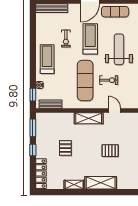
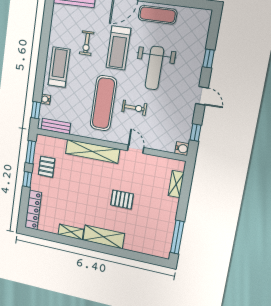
treadmill: (90, 39) -> (118, 48), turned 180
weight bench: (119, 49) -> (154, 68), turned 180
shelving: (89, 118) -> (92, 151), width x1.47
pallet: (65, 148) -> (47, 167), moved

